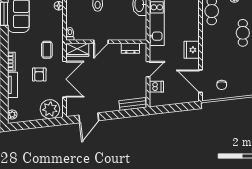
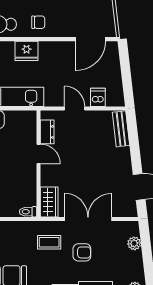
door: (101, 42) -> (39, 154), moved
fridge: (192, 50) -> (27, 51), moved
chair: (222, 85) -> (38, 22), moved
plant: (50, 109) -> (134, 243), width x0.53, depth x0.53

